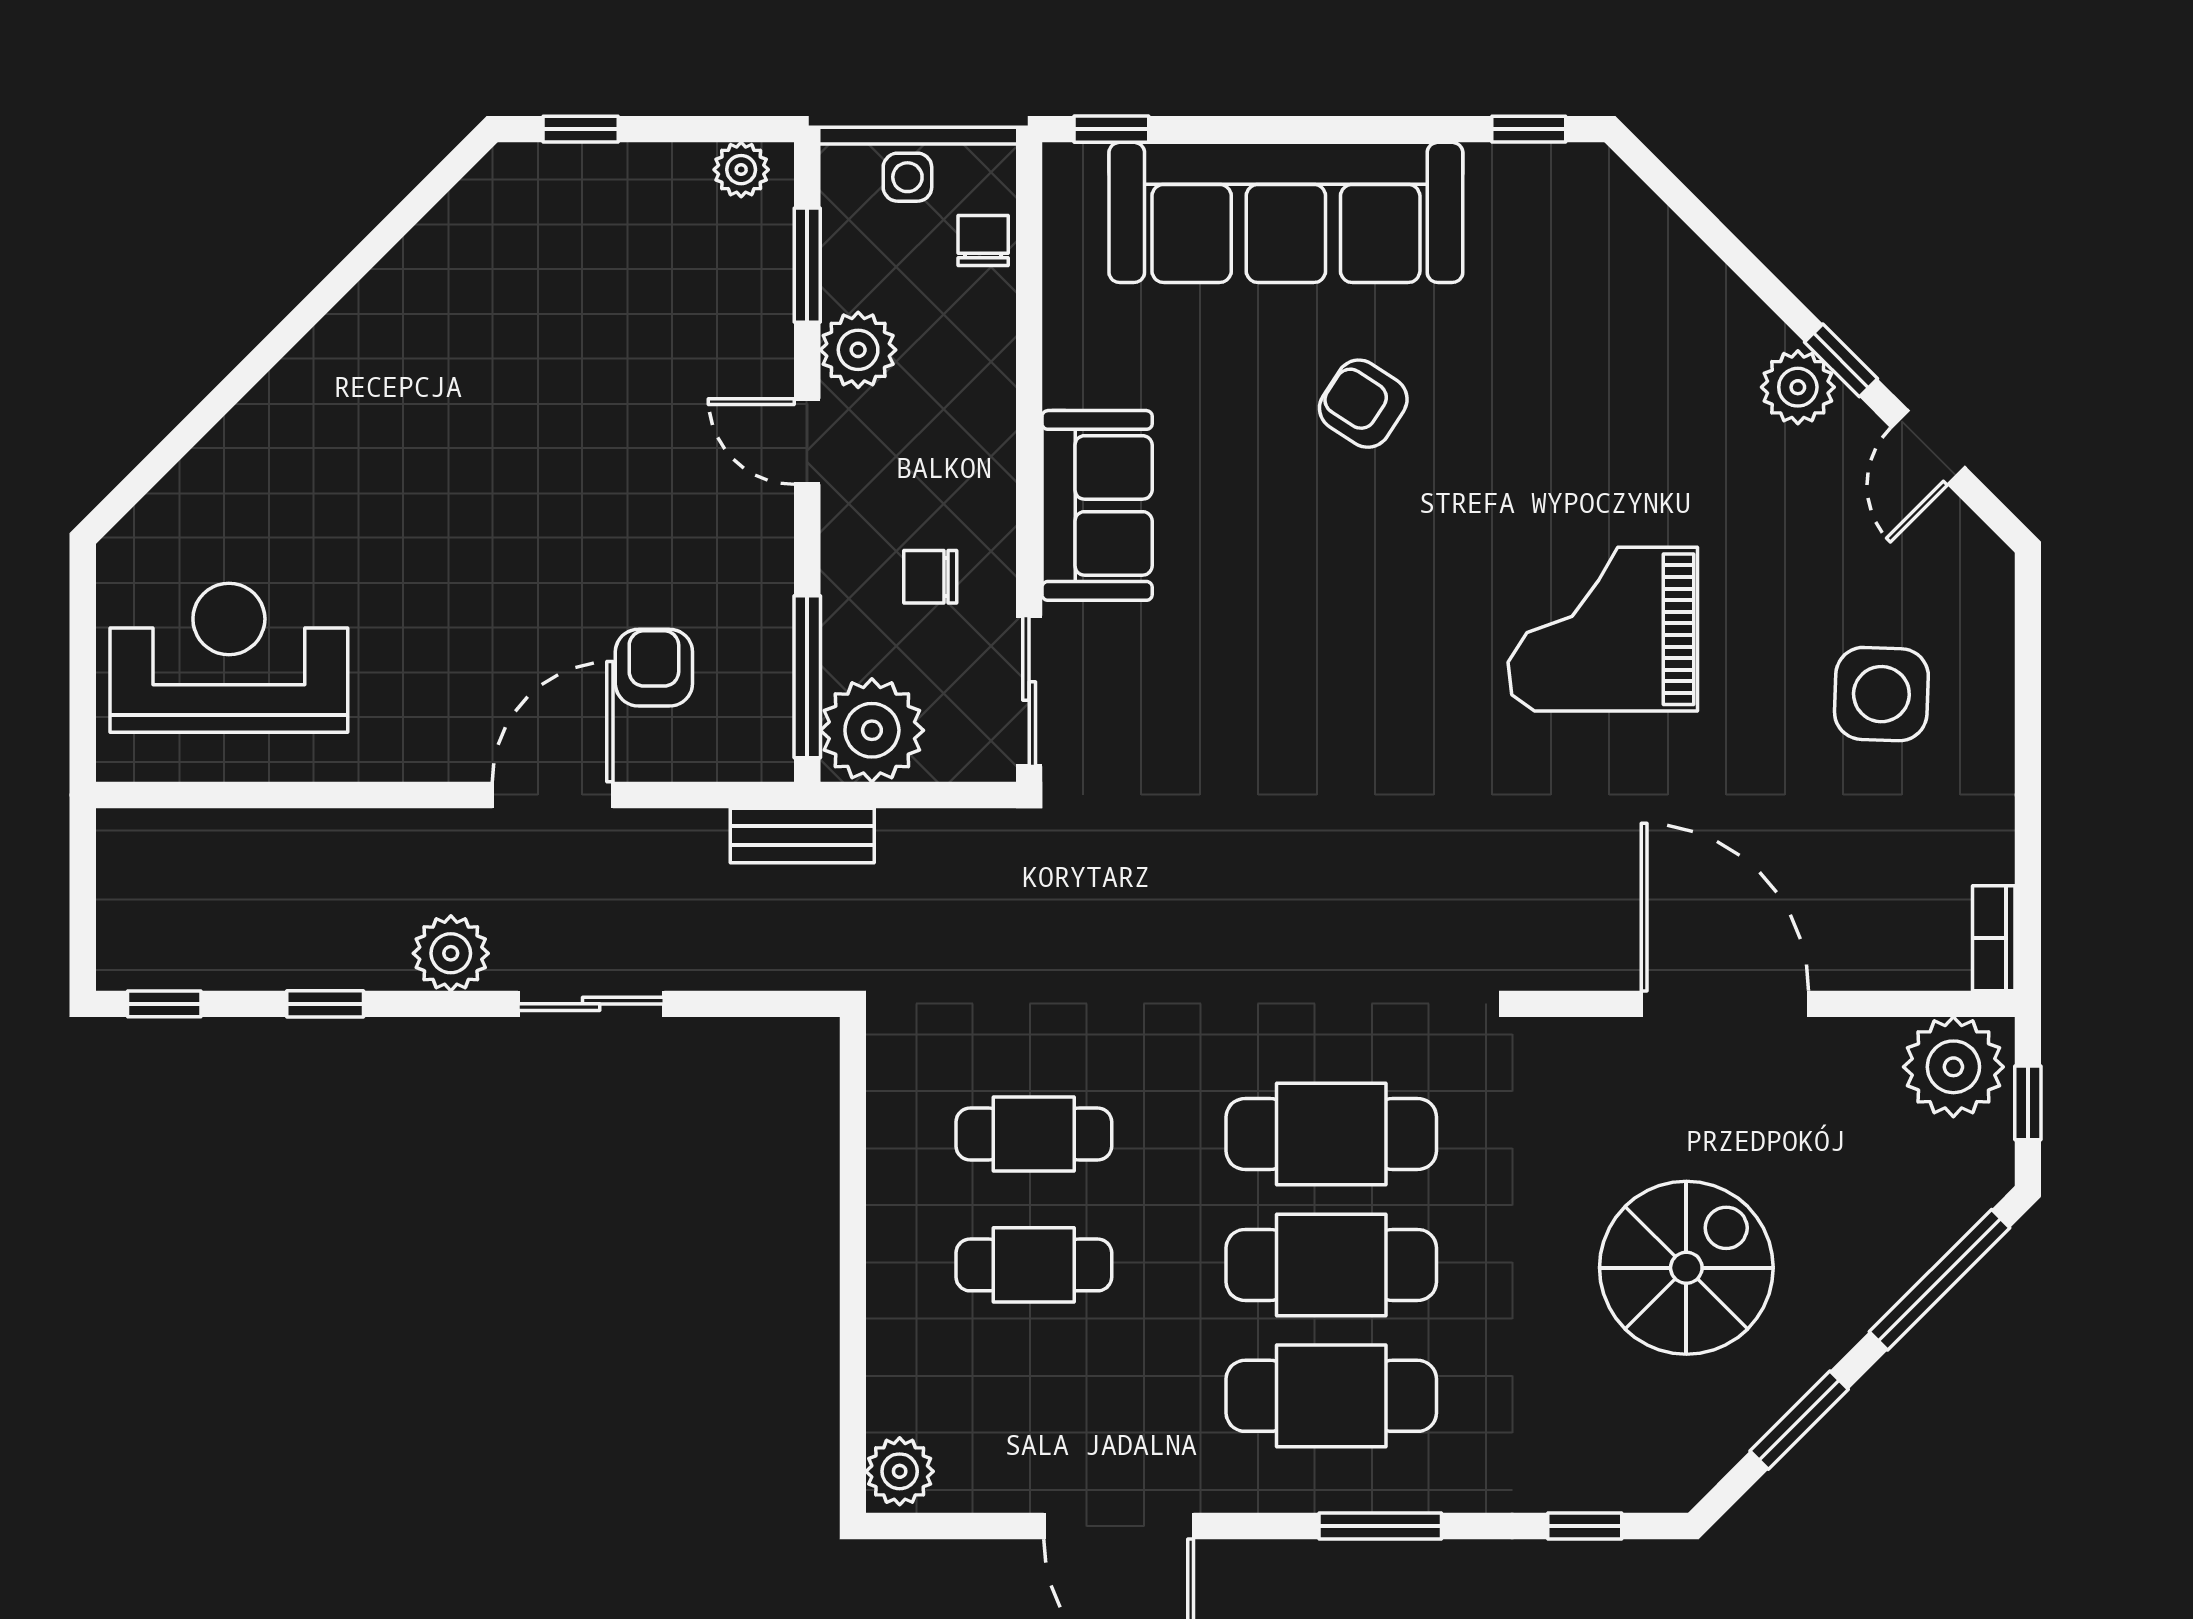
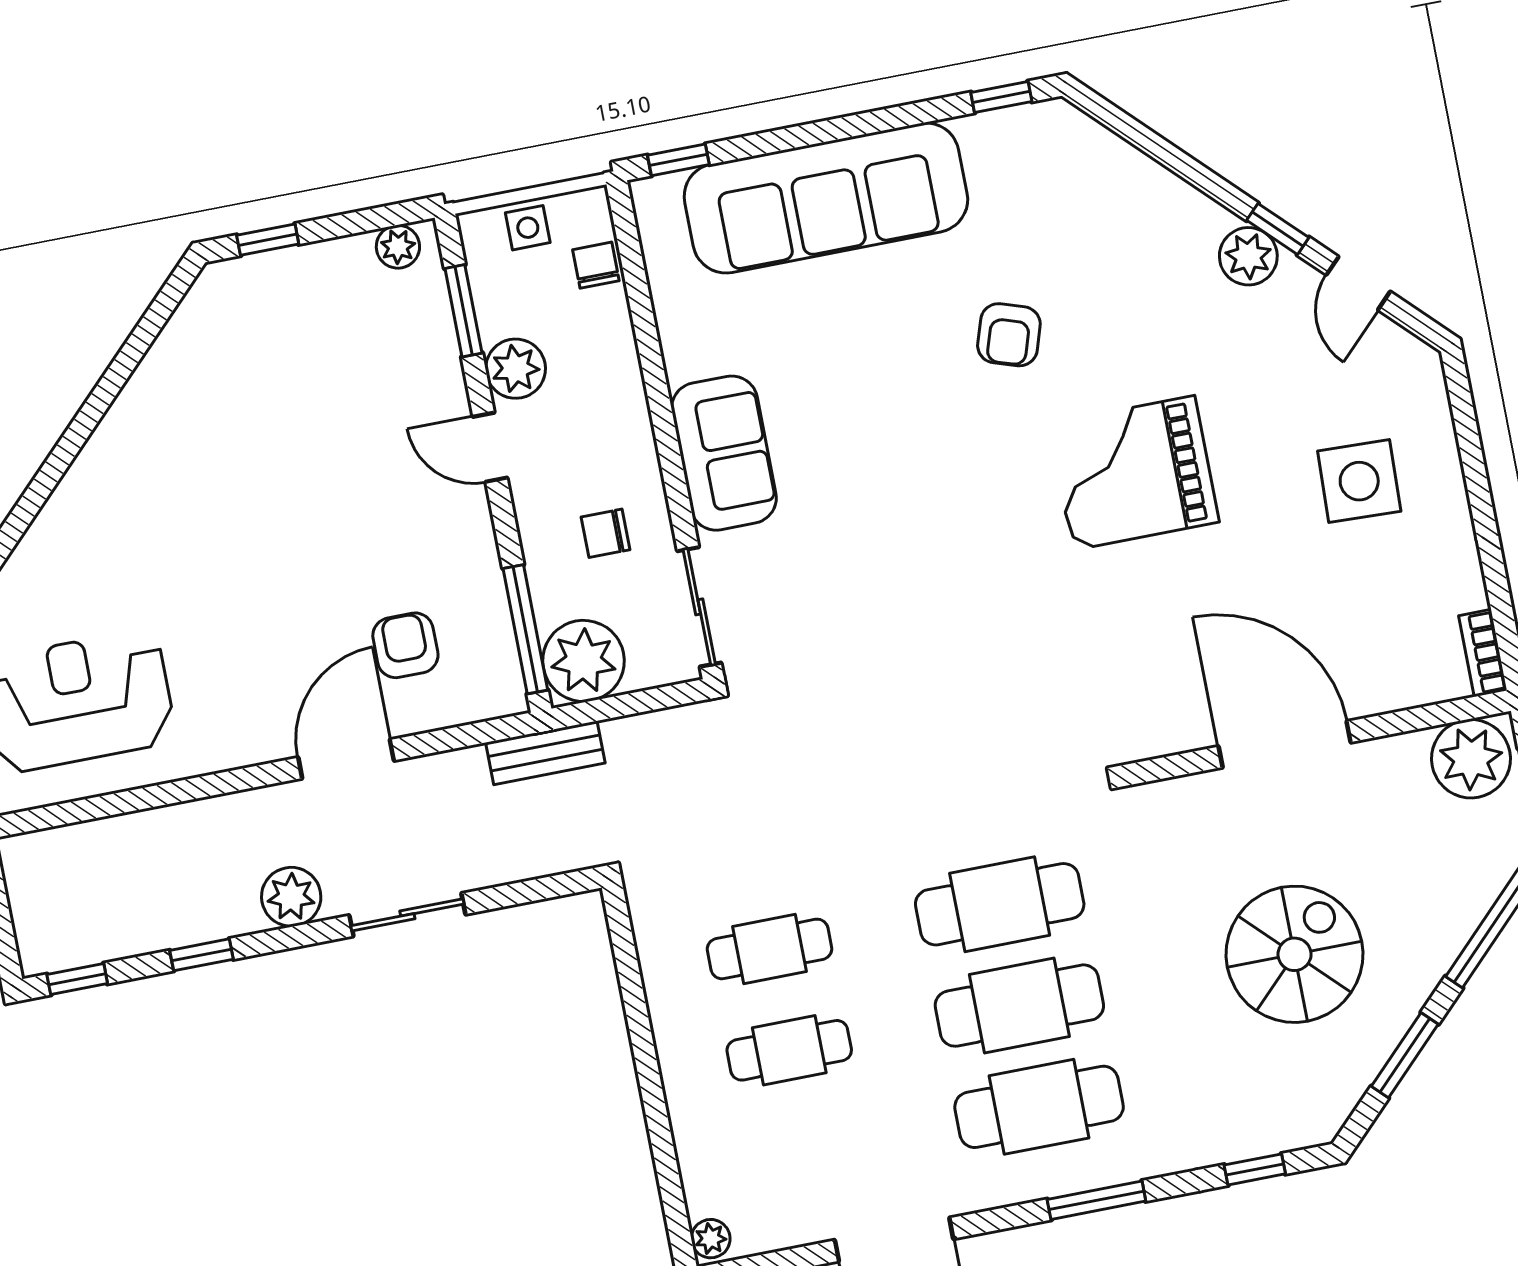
armchair: (1363, 404) -> (1009, 335), moved, turned -105
plant: (900, 1471) -> (711, 1239), width x0.73, depth x0.73

